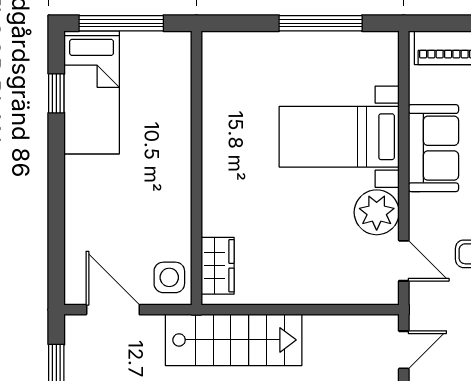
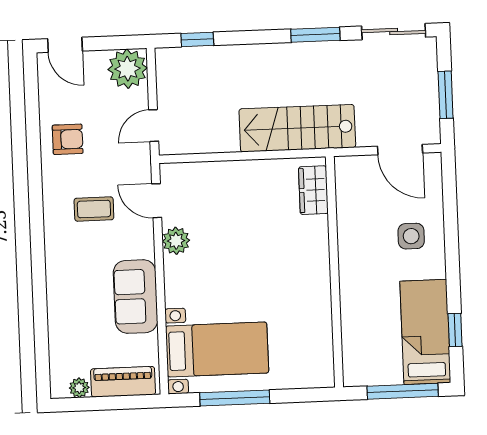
bed with nightstands: (339, 137) -> (217, 350), moved
plant: (377, 212) -> (176, 241), width x0.73, depth x0.73
side table: (169, 277) -> (411, 236), moved

